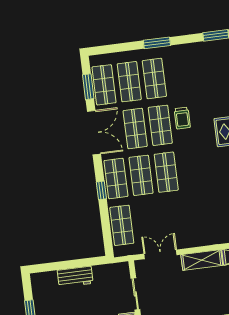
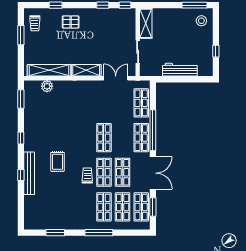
window: (157, 43) -> (99, 233), width x1.44
double door: (94, 133) -> (153, 173), swing flipped
shop shelf: (141, 175) -> (123, 138), removed
window: (101, 190) -> (153, 130), width x3.17
double door: (160, 254) -> (116, 78), swing flipped
workbench: (75, 277) -> (180, 70), width x1.37

